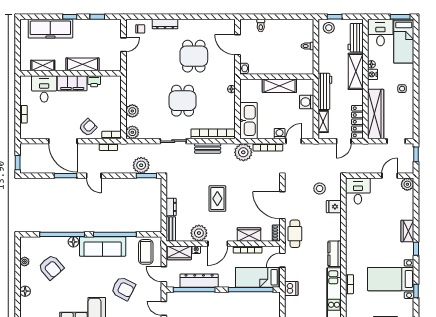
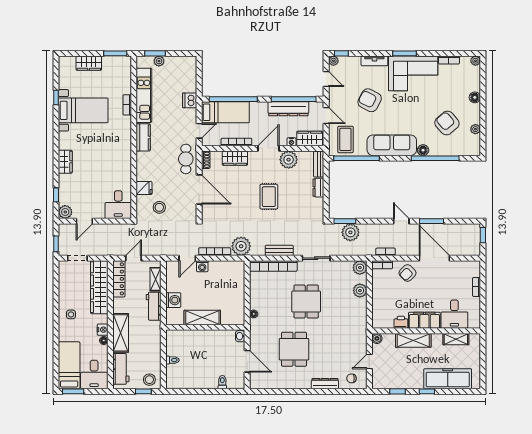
boiler: (117, 66) -> (377, 338), added
workbench: (325, 91) -> (154, 306), width x0.73
kitchen sink: (248, 121) -> (235, 280), removed
window: (115, 234) -> (356, 158), moved
window: (416, 249) -> (56, 195), moved

